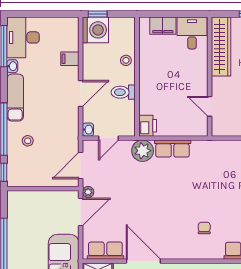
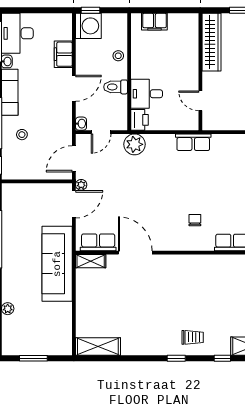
desk: (192, 33) -> (147, 94), moved, turned -90
filing cabinet: (70, 59) -> (63, 54), width x2.00
row of seats: (173, 149) -> (193, 142), moved

